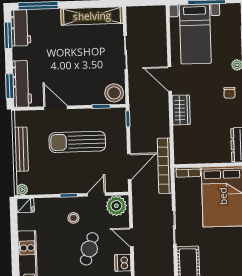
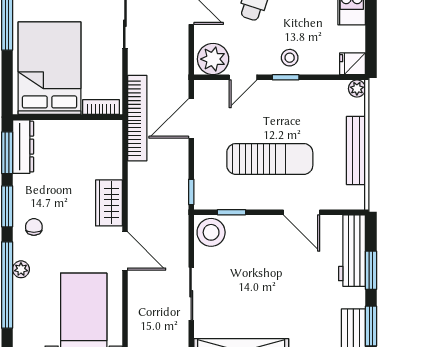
window: (10, 86) -> (371, 270), moved
stool: (73, 218) -> (290, 58), moved

